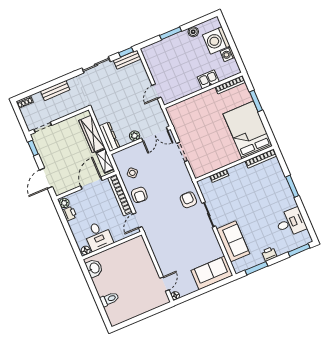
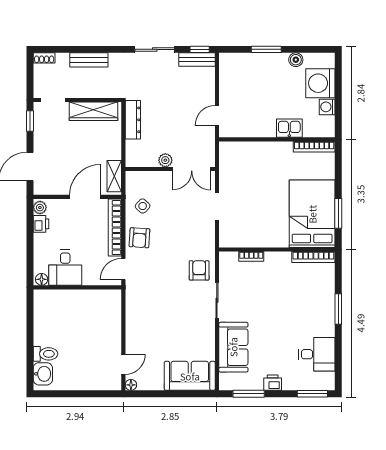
window: (256, 101) -> (338, 213), moved
wardrobe: (92, 134) -> (94, 111), moved, turned -90
dresser: (109, 137) -> (133, 120), moved
washbasin: (94, 268) -> (43, 374), moved

